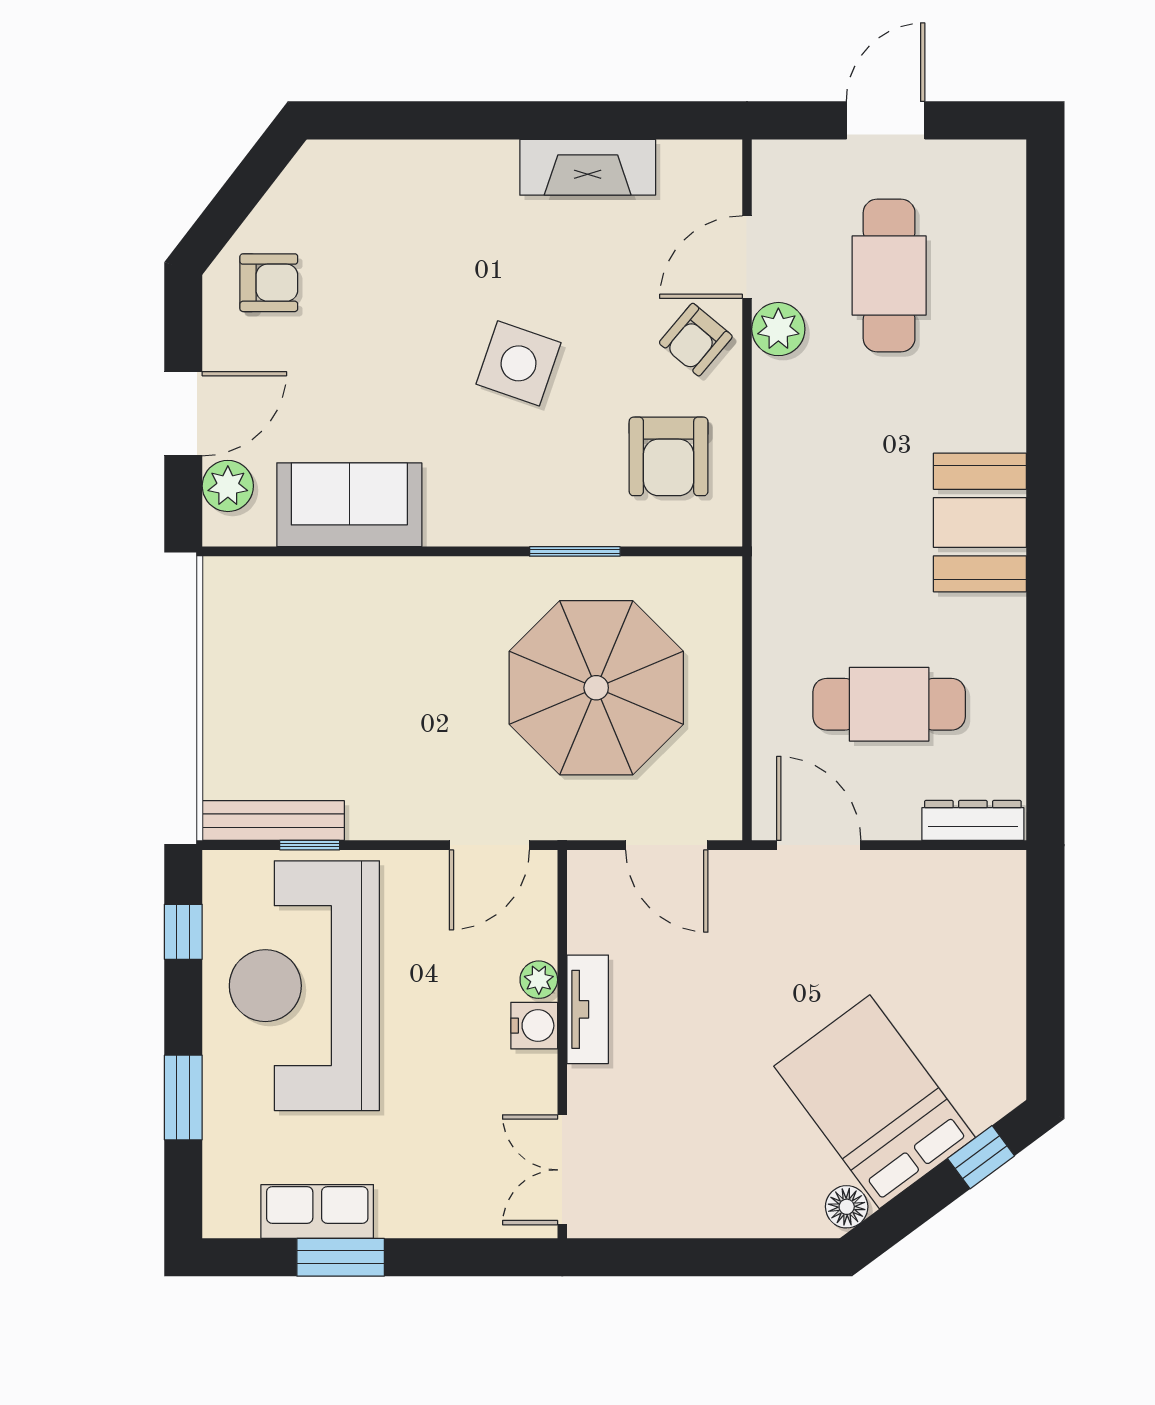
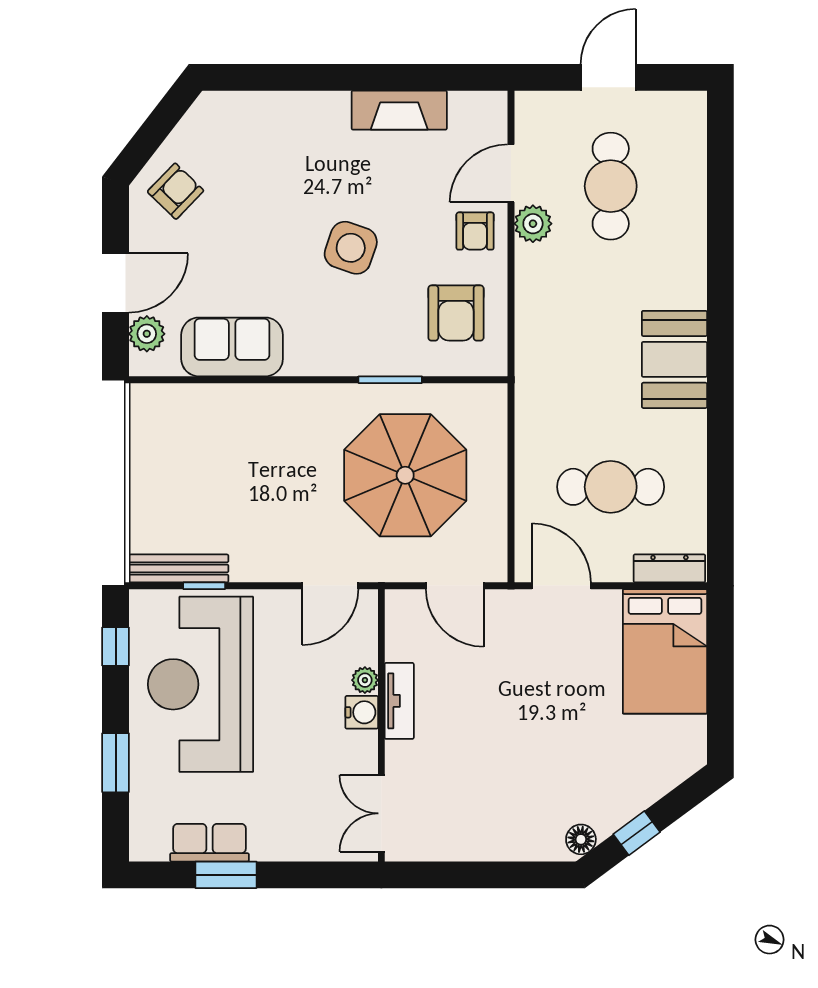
armchair: (269, 283) -> (176, 191), turned -46
armchair: (696, 340) -> (475, 231), turned -40
bed: (875, 1102) -> (665, 651), moved, turned -143
window: (981, 1157) -> (637, 833), moved

